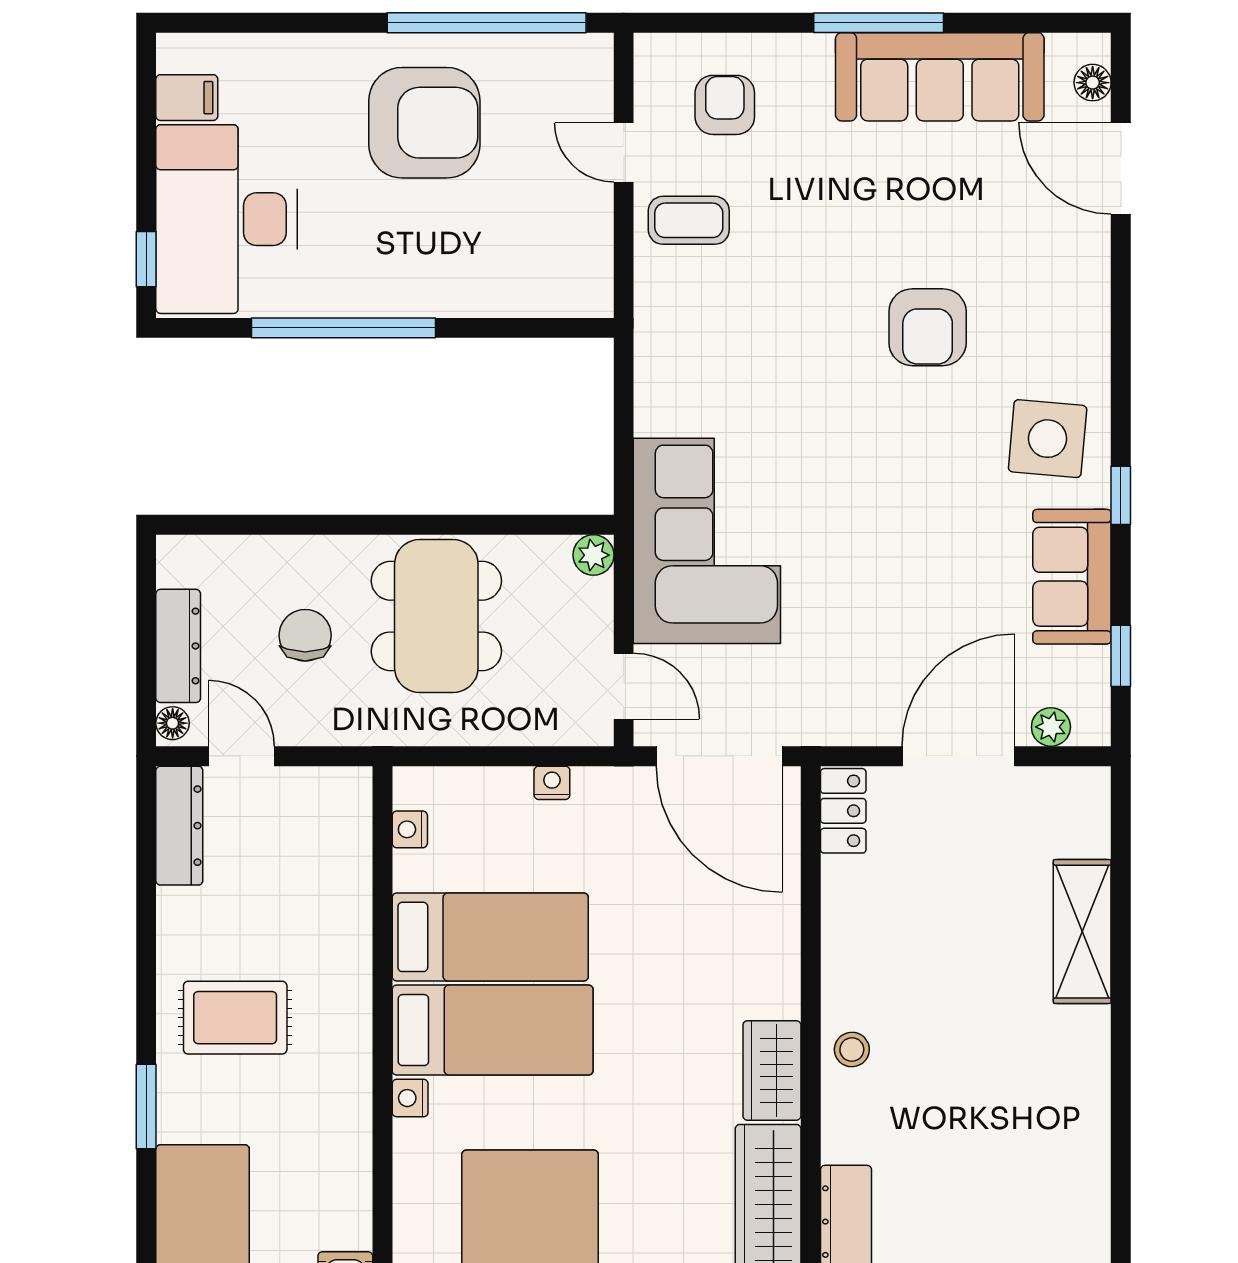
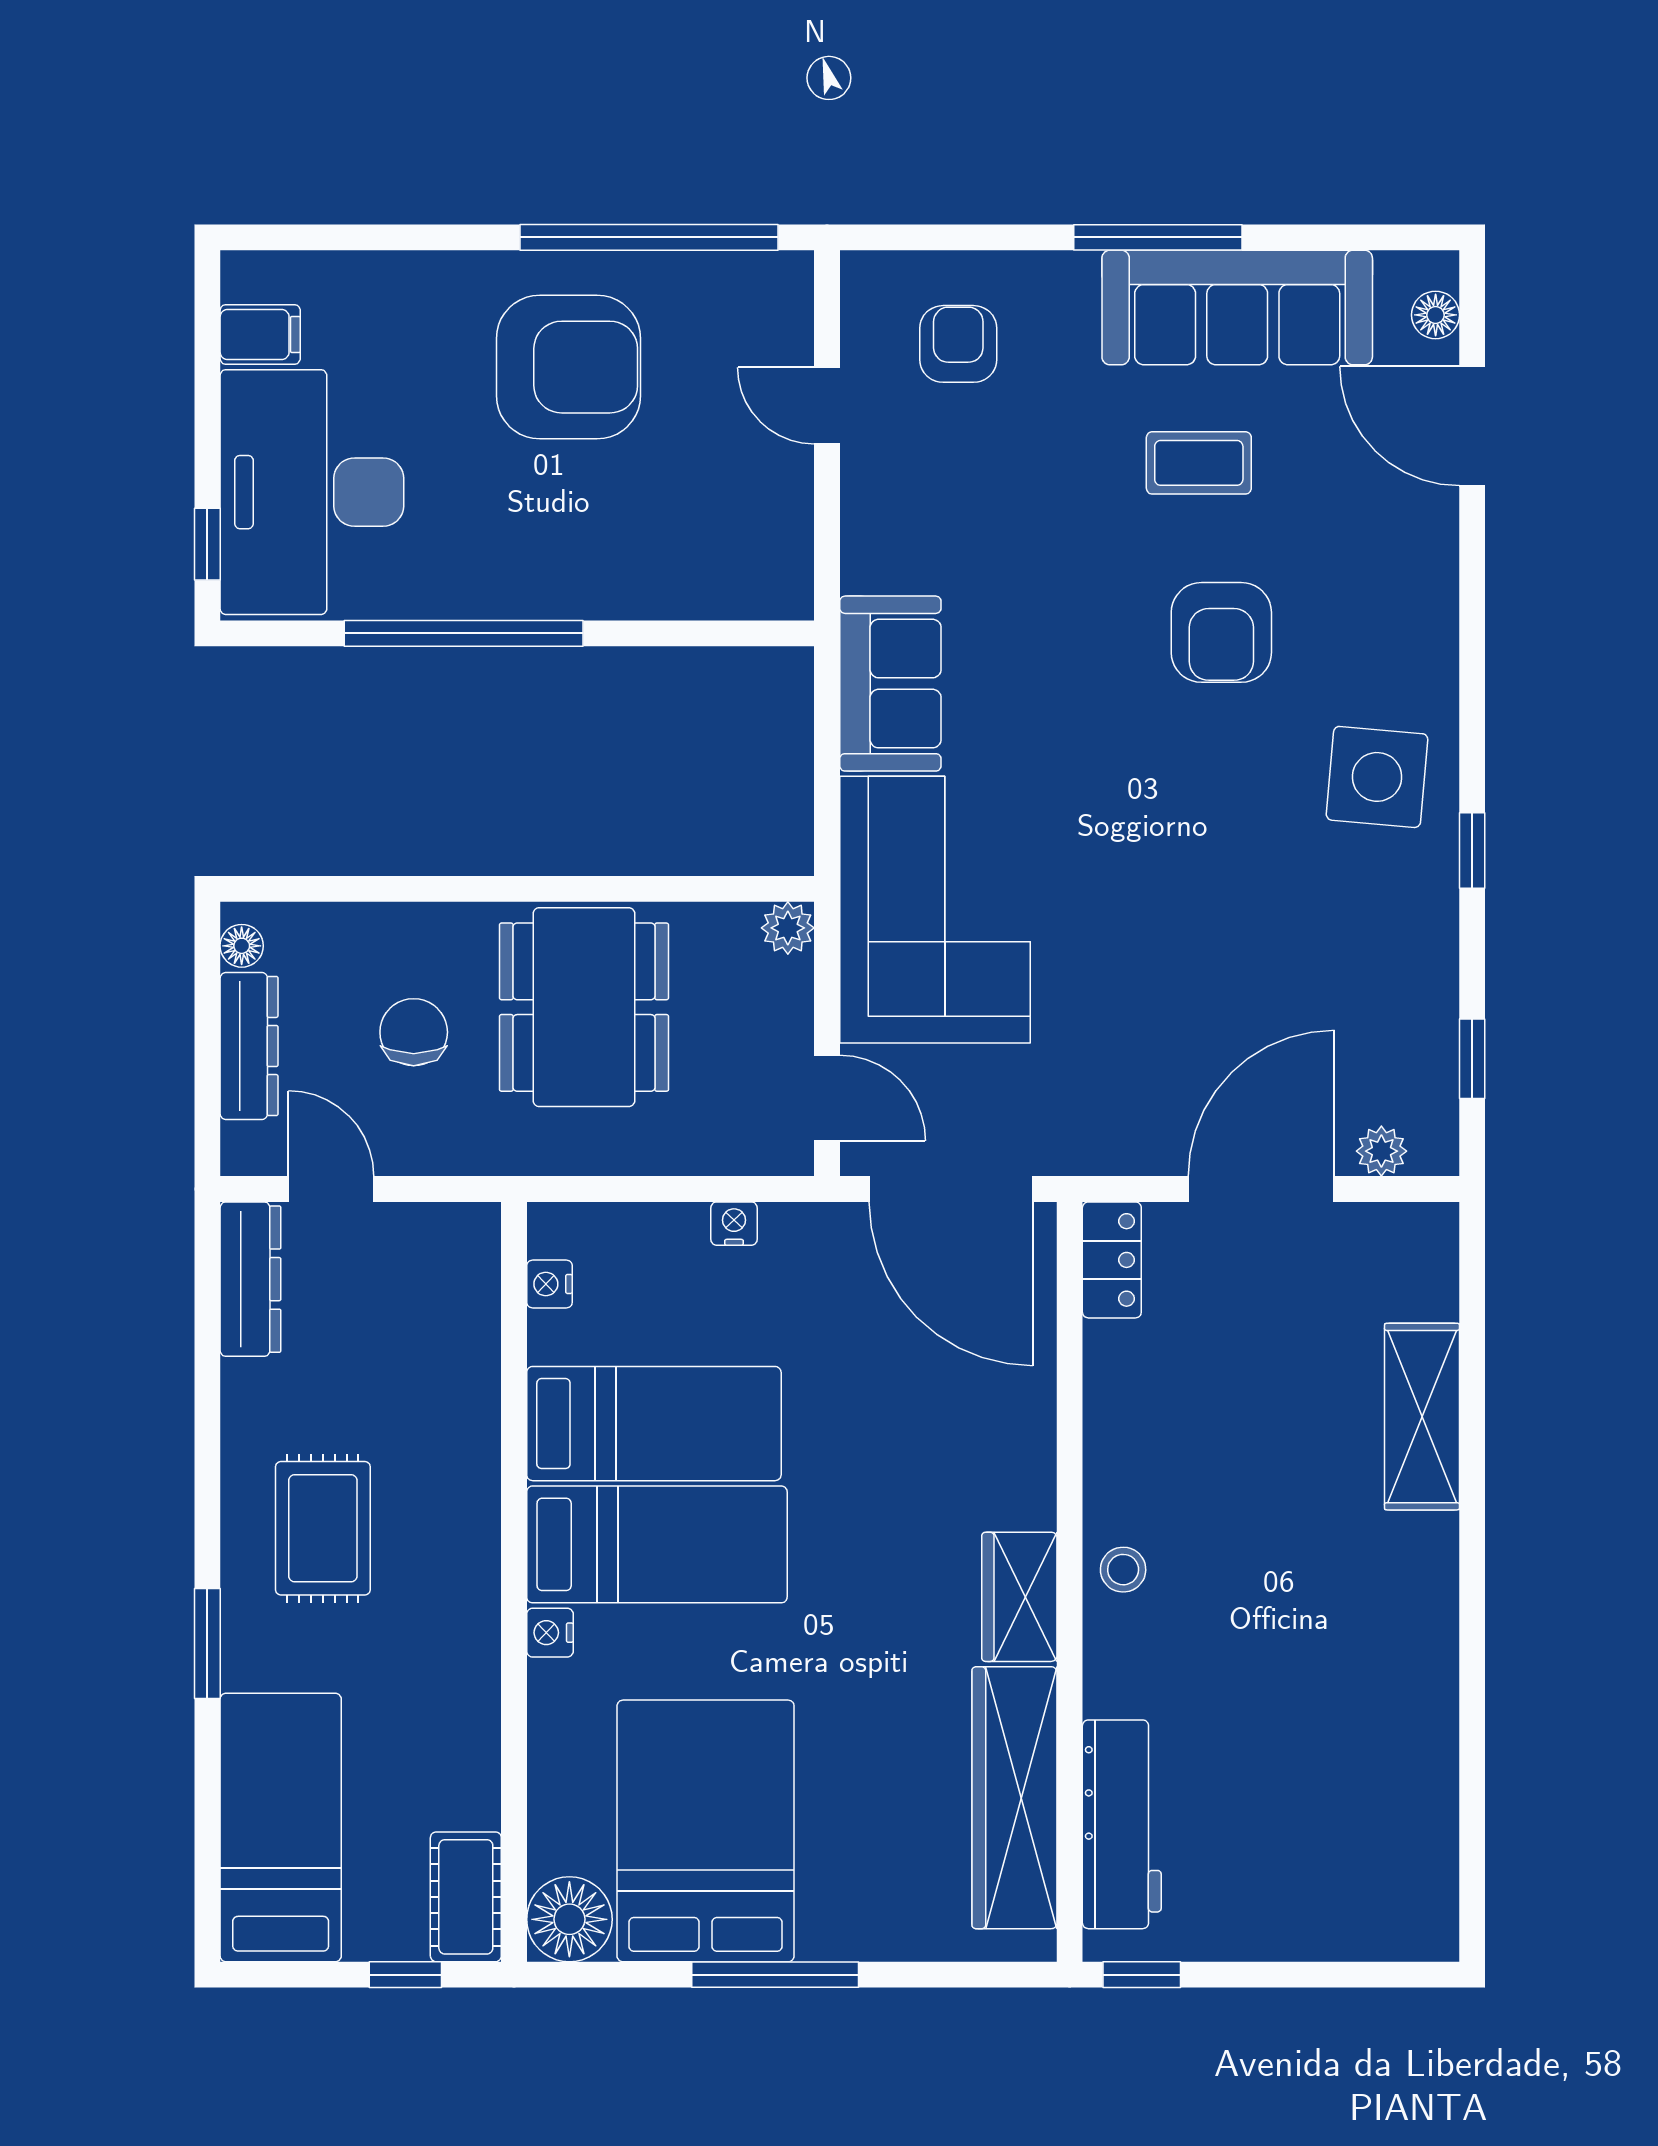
coffee table: (689, 220) -> (1199, 463), moved
sofa: (1072, 577) -> (890, 684), moved, turned 180
floor lamp: (173, 723) -> (242, 946), moved
rug: (235, 1018) -> (323, 1528), turned 90

